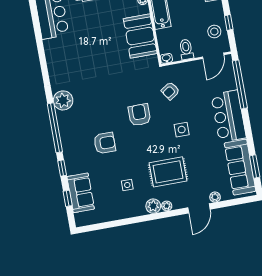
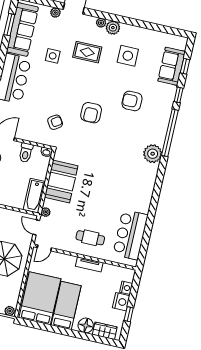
side table: (182, 130) -> (53, 56), moved
rug: (168, 172) -> (87, 52), width x0.73, depth x0.70
side table: (127, 185) -> (128, 56), width x1.87, depth x1.87

